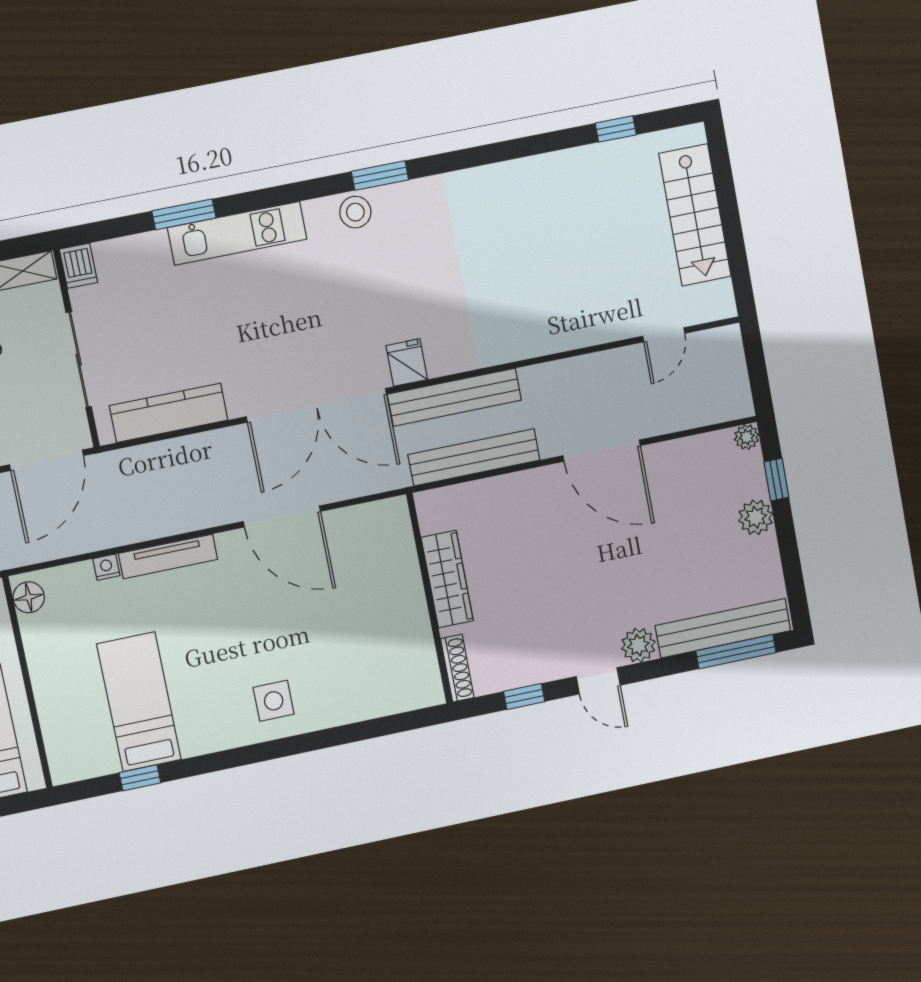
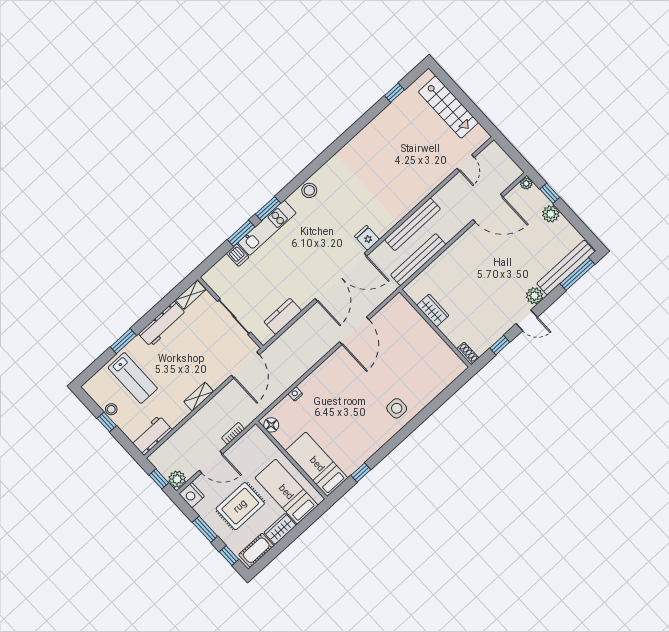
window: (380, 176) -> (268, 209), moved
dishwasher: (78, 266) -> (238, 255), moved
bench: (454, 397) -> (412, 224), moved
kitchen counter: (169, 413) -> (283, 316), width x0.67
door: (602, 451) -> (488, 208), moved
door: (282, 516) -> (354, 331), hinge flipped
tv unit: (168, 556) -> (318, 375), removed
wardrobe: (447, 579) -> (433, 310), width x0.67
shoe rack: (457, 668) -> (468, 353), width x0.70
bed: (139, 702) -> (317, 464), moved

